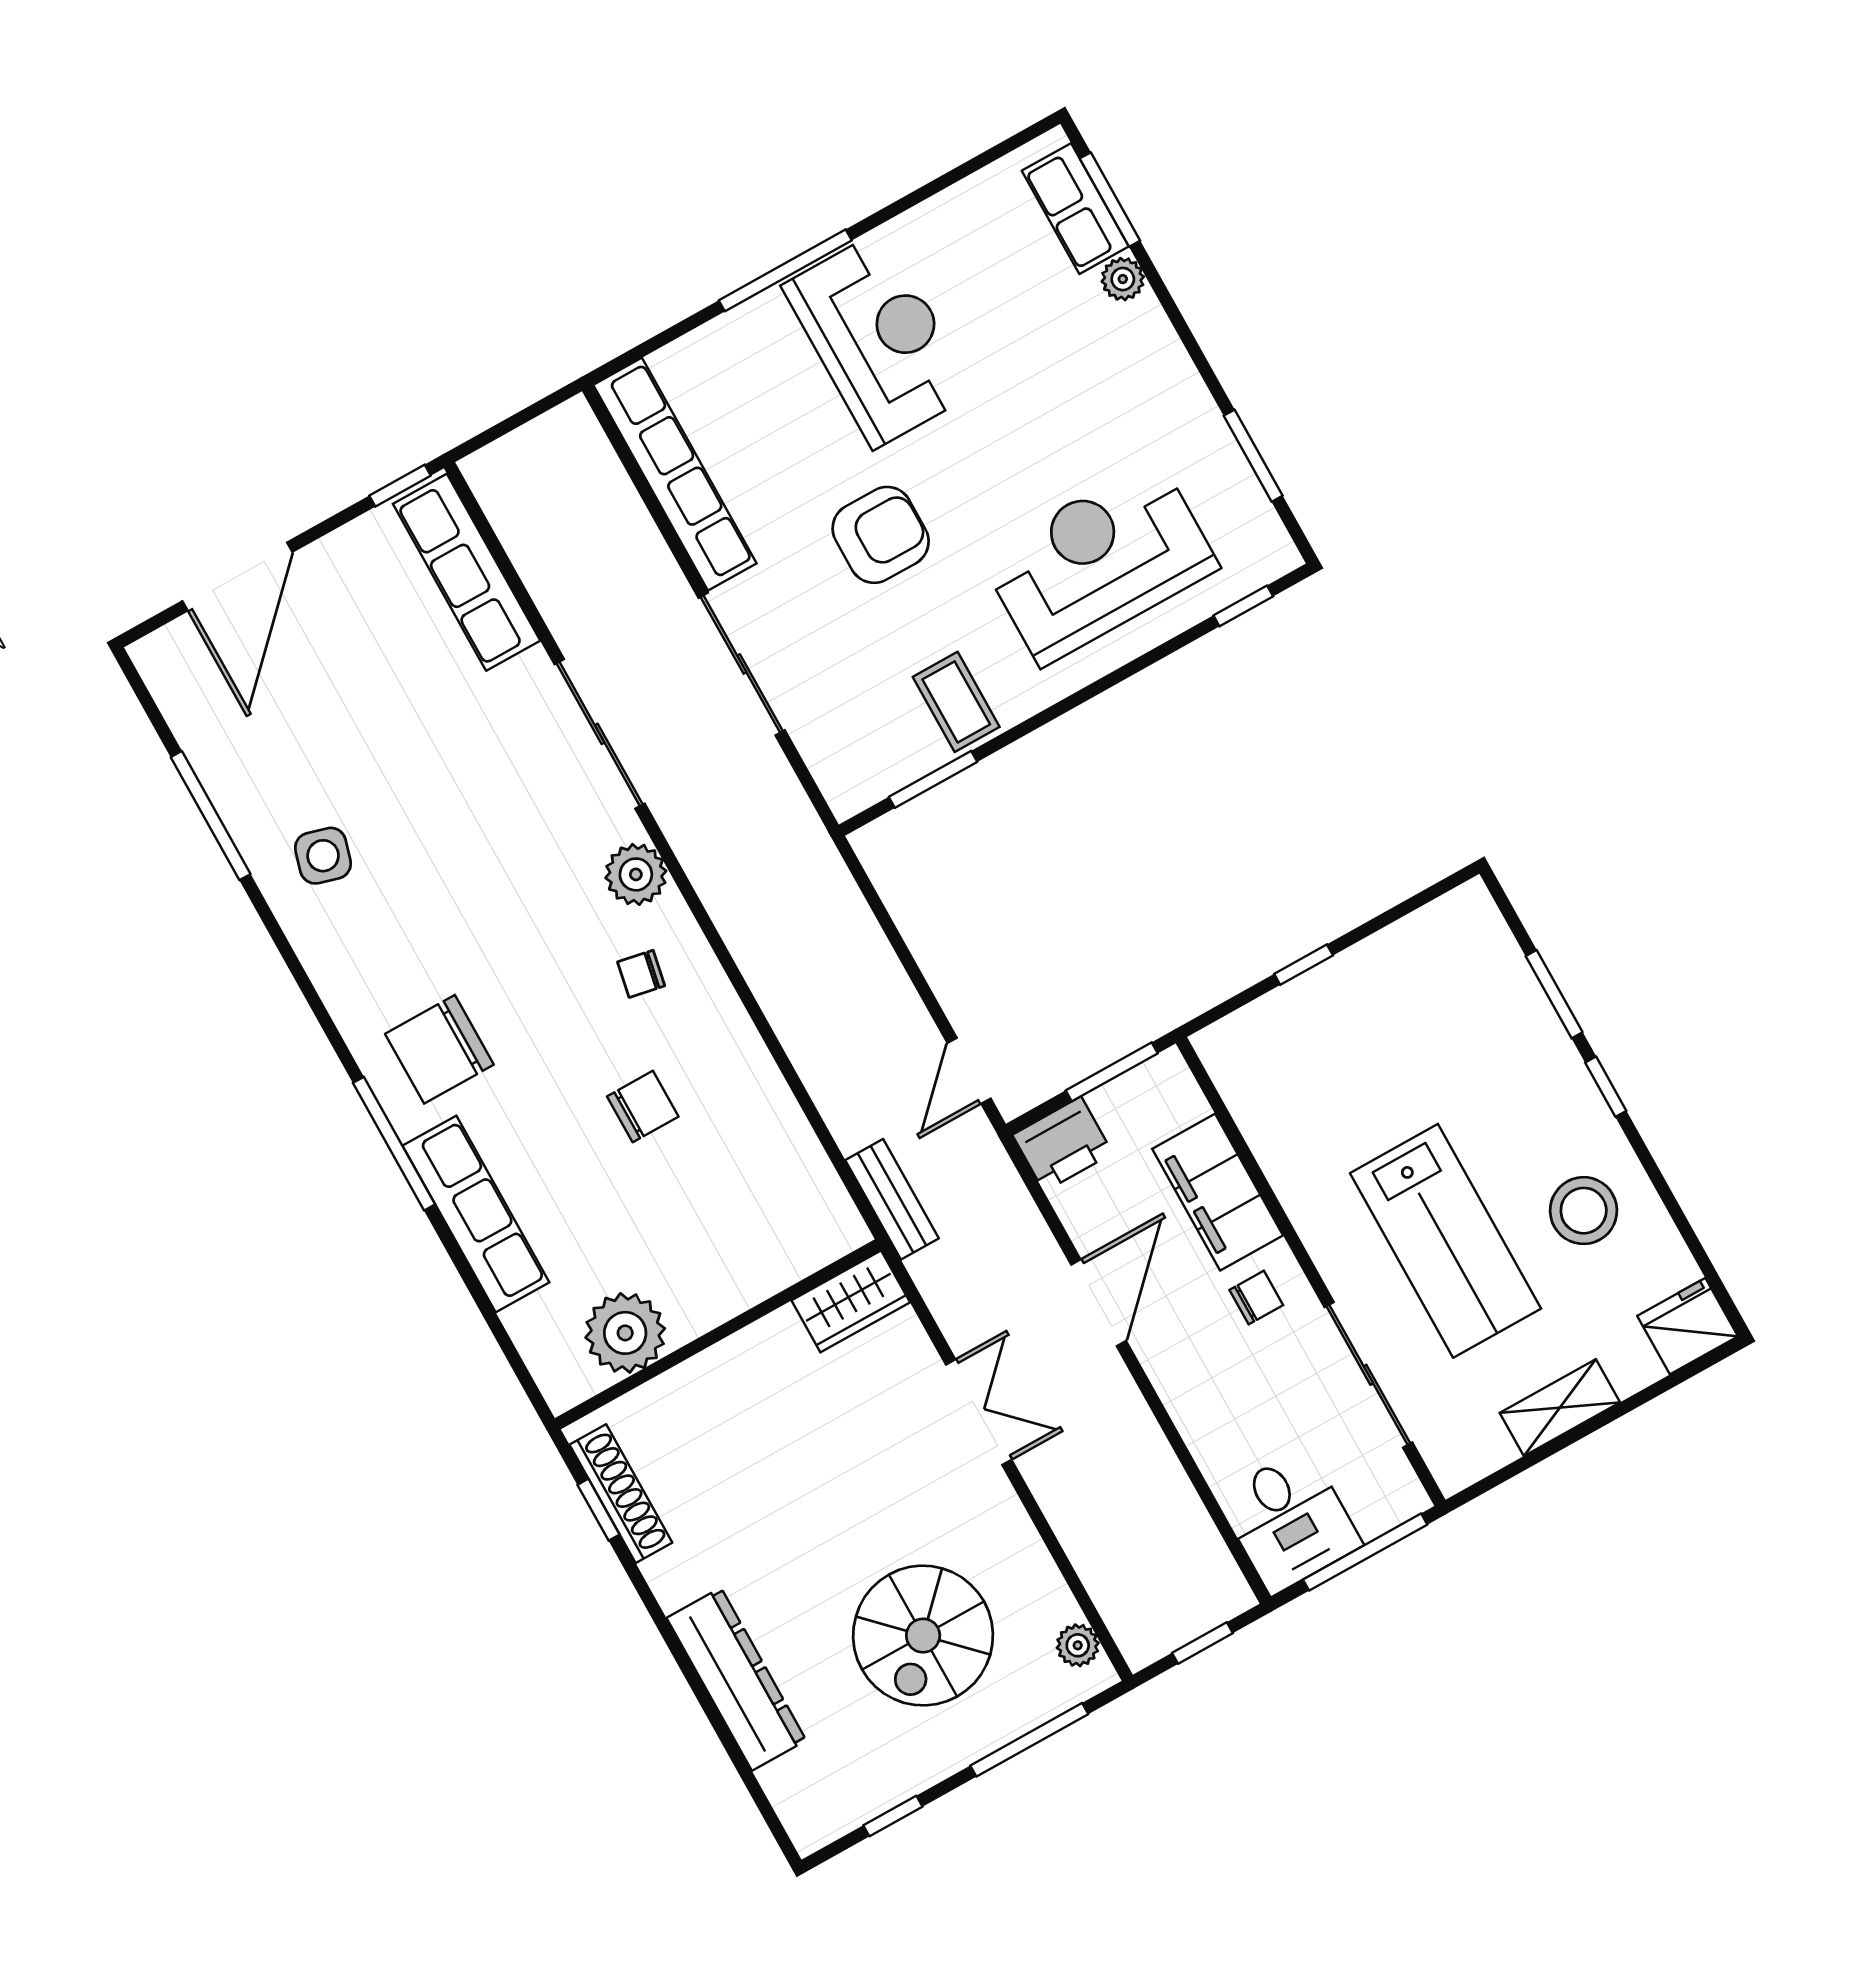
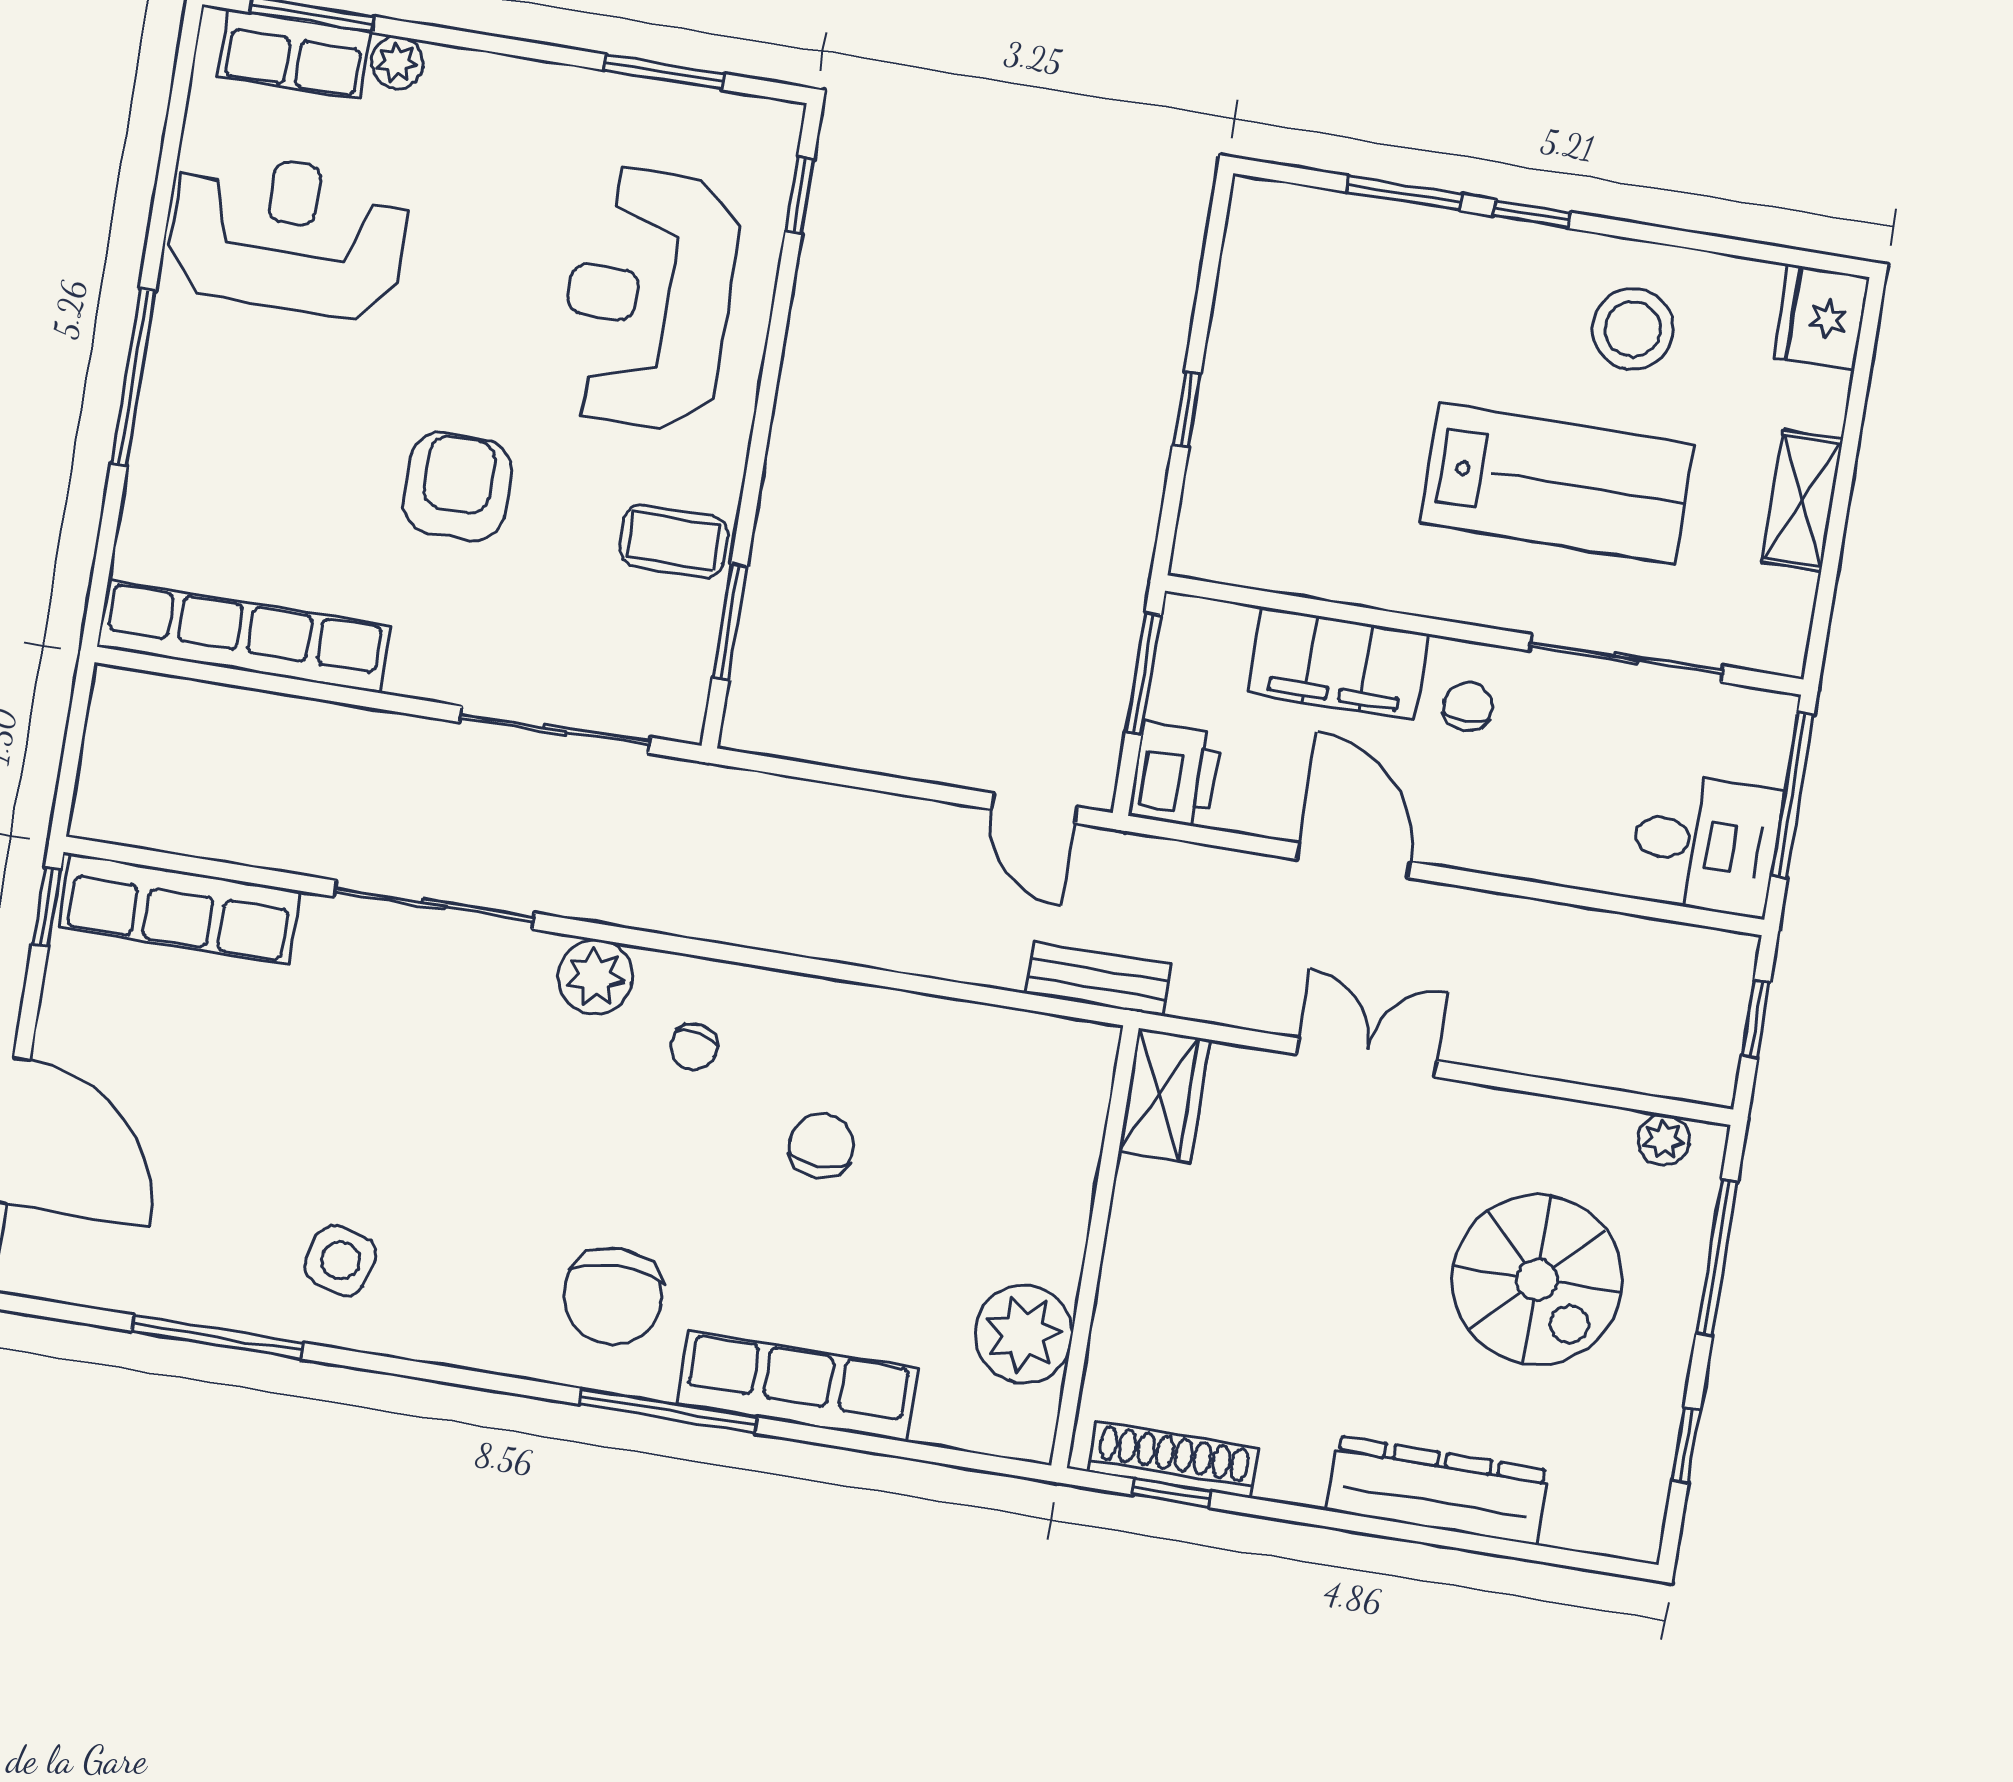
reception desk: (878, 339) -> (288, 235), moved
sliding door: (742, 664) -> (555, 730), moved

